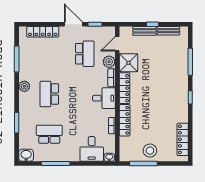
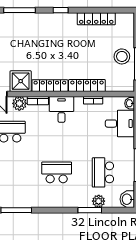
plant: (24, 86) -> (99, 201), moved
school desk: (49, 94) -> (57, 172), turned 180
locker: (183, 139) -> (96, 19), moved

